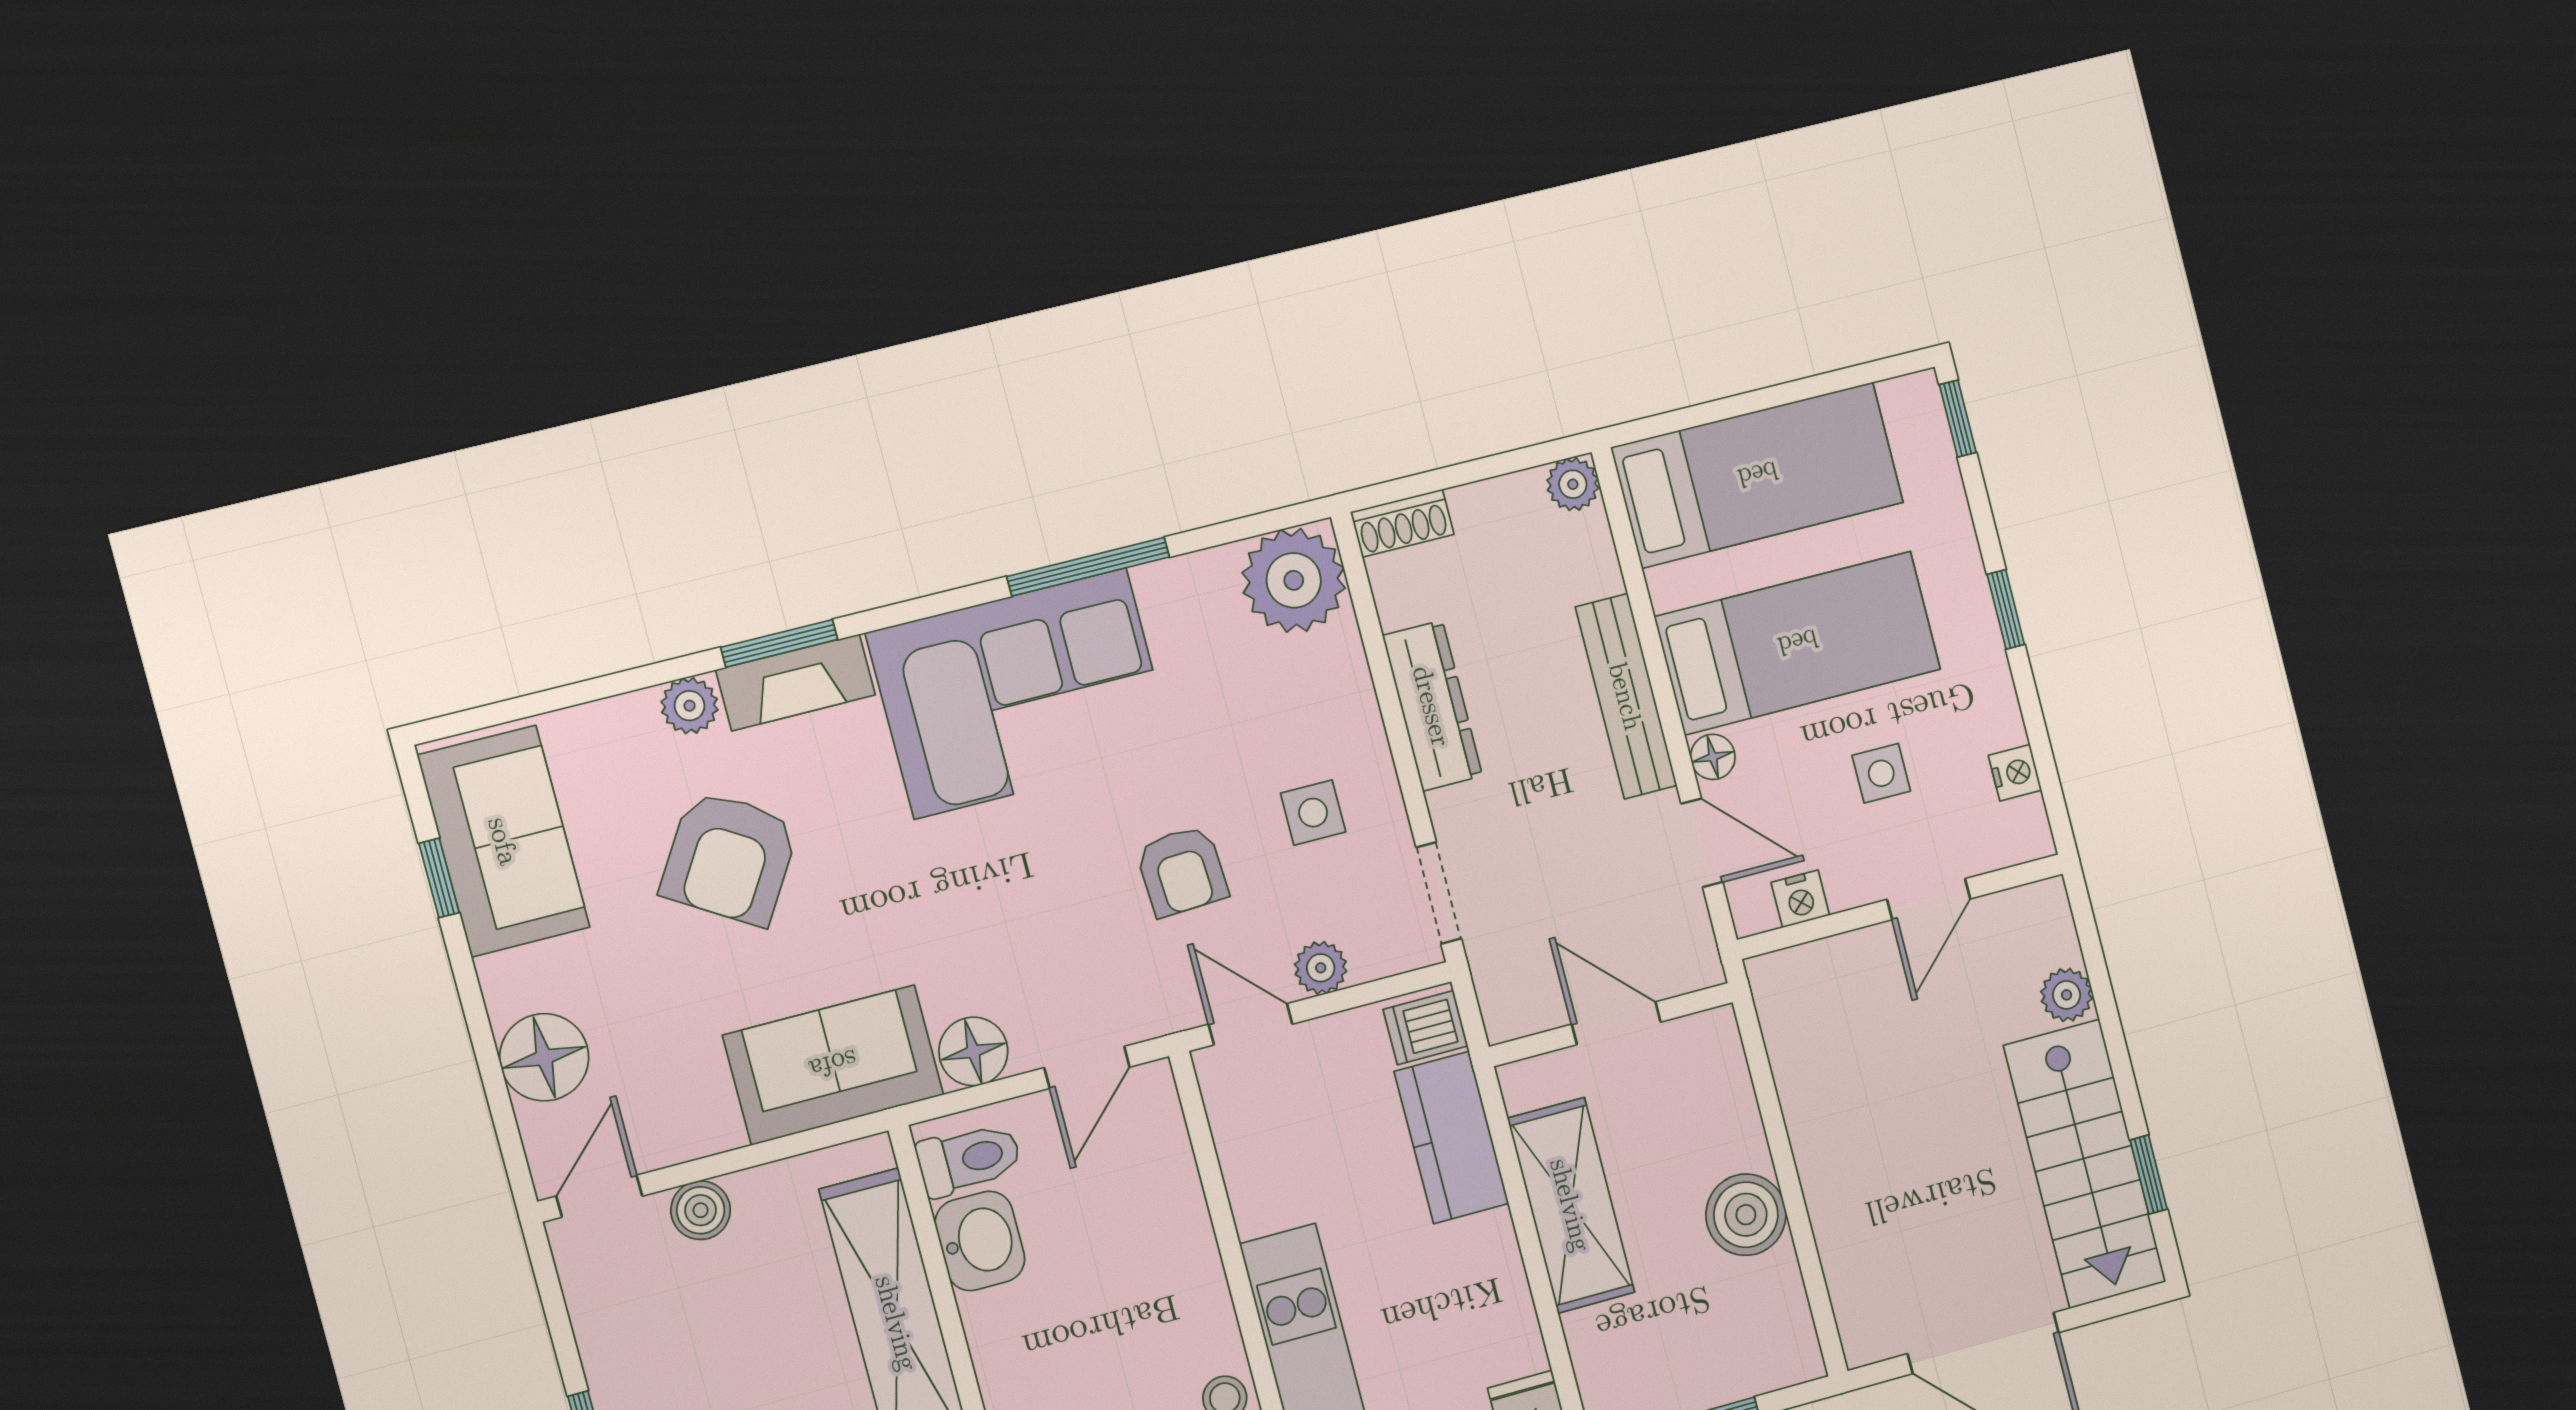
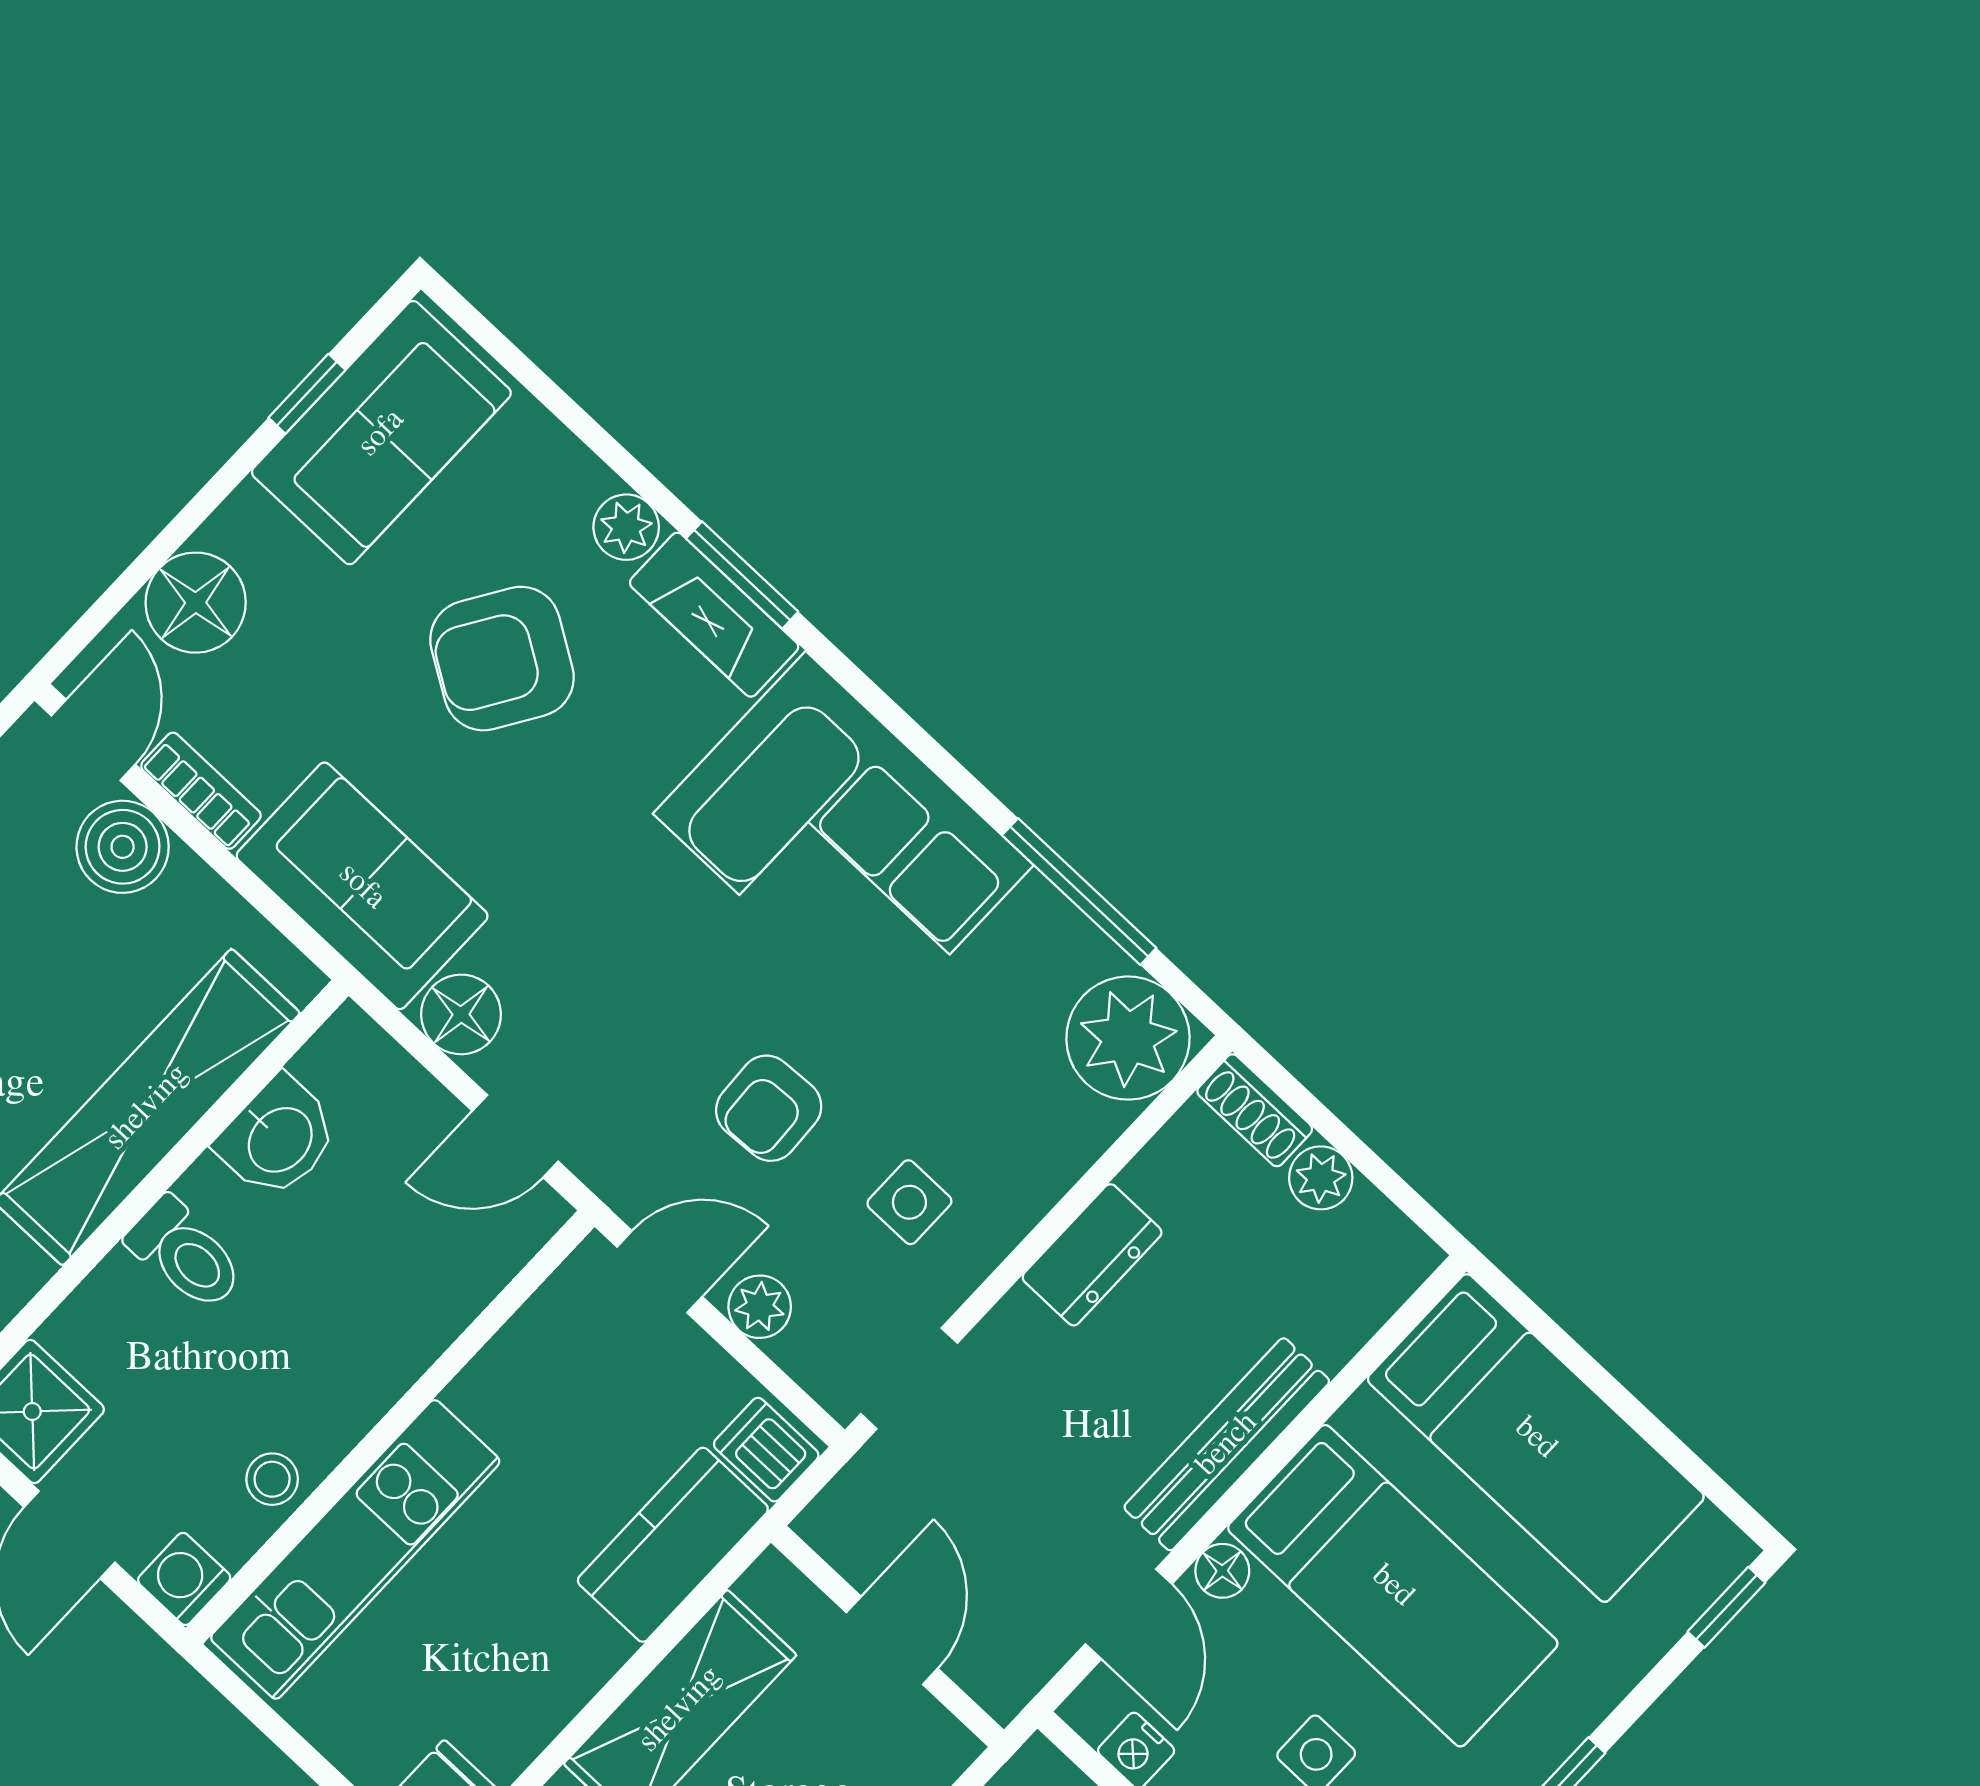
plant: (1573, 484) -> (1321, 1178), moved
window: (1088, 567) -> (1079, 892), moved
dresser: (1432, 706) -> (1092, 1255), width x0.70
door: (1250, 1024) -> (660, 1272), hinge flipped
bookcase: (688, 1140) -> (201, 791), added
toilet: (969, 1159) -> (185, 1254), moved
door: (599, 1196) -> (93, 740), hinge flipped
boiler: (701, 1210) -> (123, 847), width x1.36, depth x1.36

